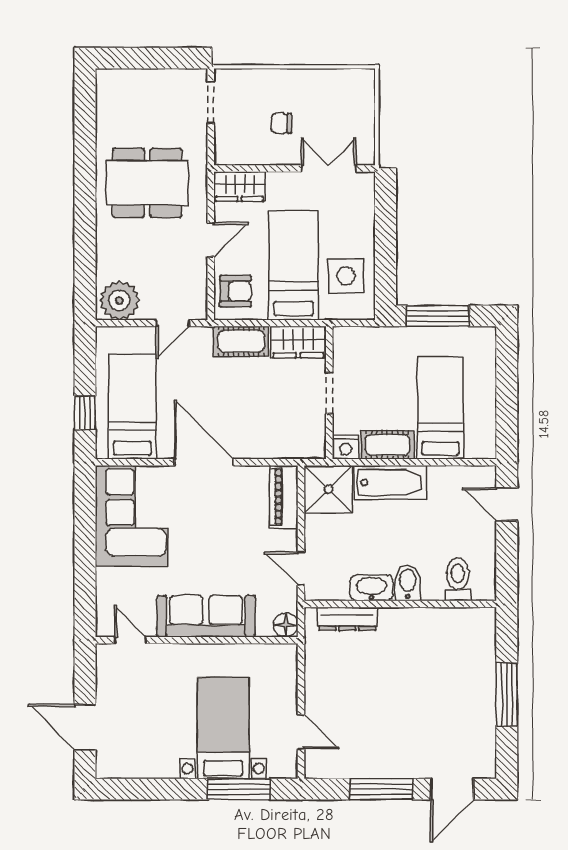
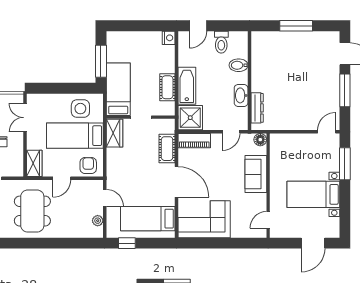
door: (211, 240) -> (62, 178), swing flipped
plant: (119, 300) -> (98, 221), width x0.53, depth x0.53
cot: (241, 341) -> (167, 149), moved
bed: (440, 408) -> (118, 89), moved, turned 90
window: (85, 413) -> (127, 243), moved
nightstand: (346, 447) -> (169, 38), moved
door: (204, 462) -> (176, 182), swing flipped
toilet: (458, 579) -> (221, 42), moved, turned -90
bidet: (408, 583) -> (239, 65), moved
sofa: (206, 616) -> (256, 174), width x0.73
bed with nightstands: (223, 728) -> (313, 194), moved
door: (301, 732) -> (327, 132), moved

